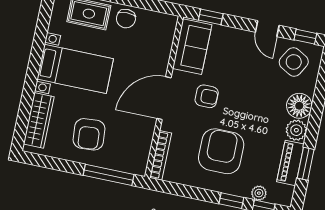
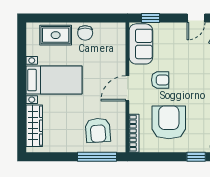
door: (267, 29) -> (196, 18), hinge flipped
door: (164, 98) -> (127, 88), width x0.73
armchair: (89, 134) -> (98, 130), moved
armchair: (221, 151) -> (169, 122), moved

